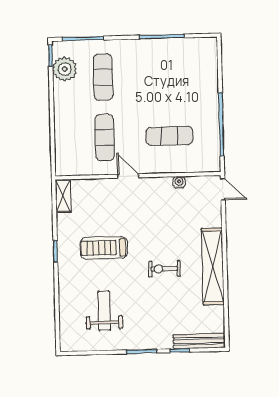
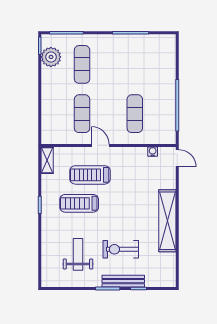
exercise mat: (169, 136) -> (135, 114), turned 90
water cooler: (179, 182) -> (153, 152), moved
treadmill: (116, 213) -> (90, 175), added
exercise bike: (164, 269) -> (121, 249), moved, width x1.38, depth x1.39
bench: (199, 341) -> (123, 281), moved

